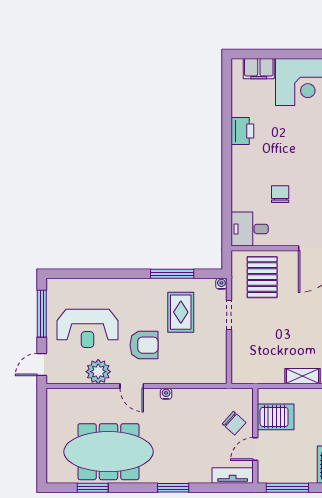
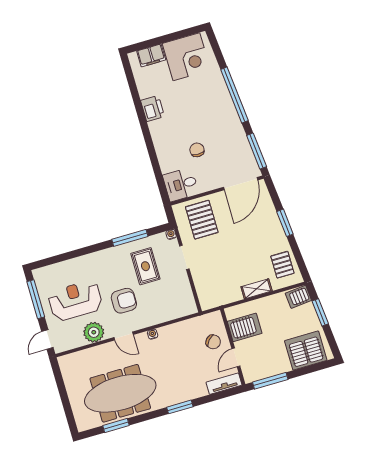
reception desk: (88, 328) -> (75, 300), turned 180

